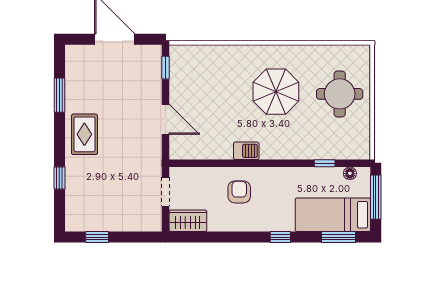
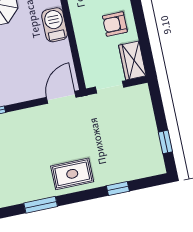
door: (165, 119) -> (61, 97), moved
barbecue: (246, 151) -> (55, 25), width x1.38, depth x1.27
armchair: (239, 192) -> (115, 24), moved

